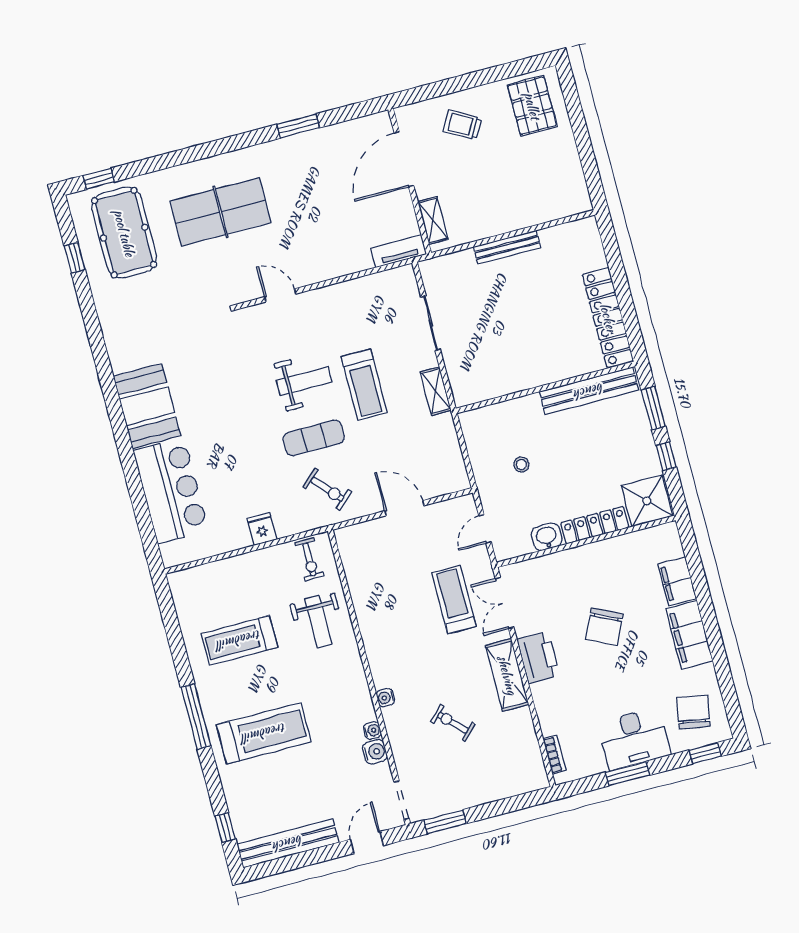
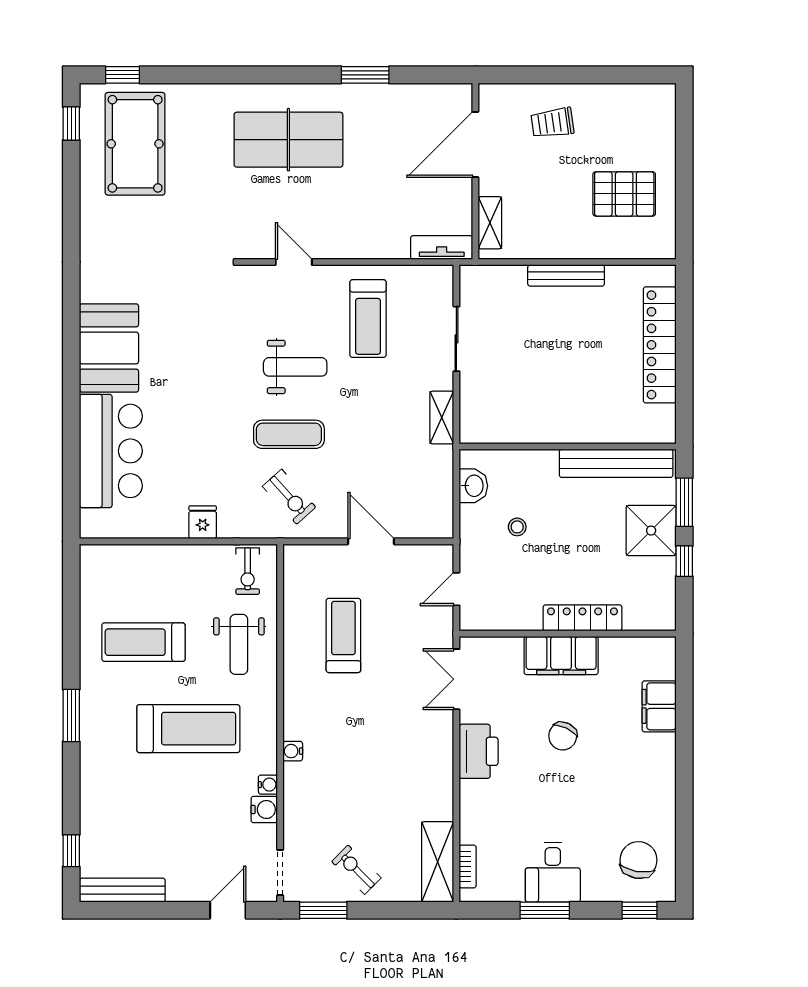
pallet: (532, 106) -> (624, 194), moved, turned 90
trolley: (463, 125) -> (552, 123), turned -37
table tennis table: (221, 212) -> (288, 140), moved
window: (75, 258) -> (71, 123), moved
locker: (608, 318) -> (660, 345), moved
treadmill: (364, 385) -> (368, 319), moved
shower: (647, 501) -> (651, 531), moved
washbasin: (547, 537) -> (473, 486), moved, turned 90
treadmill: (454, 600) -> (343, 635), moved
chair: (604, 627) -> (563, 736), width x0.73, depth x0.73
filing cabinet: (689, 635) -> (561, 656), moved, turned -90
shelving: (507, 675) -> (438, 862), moved
window: (196, 716) -> (71, 716), width x0.69
exercise bike: (453, 723) -> (356, 870), moved
treadmill: (264, 733) -> (188, 729), moved
desk: (634, 739) -> (553, 873), width x0.73
bench: (288, 843) -> (122, 890), width x0.73, depth x0.82

